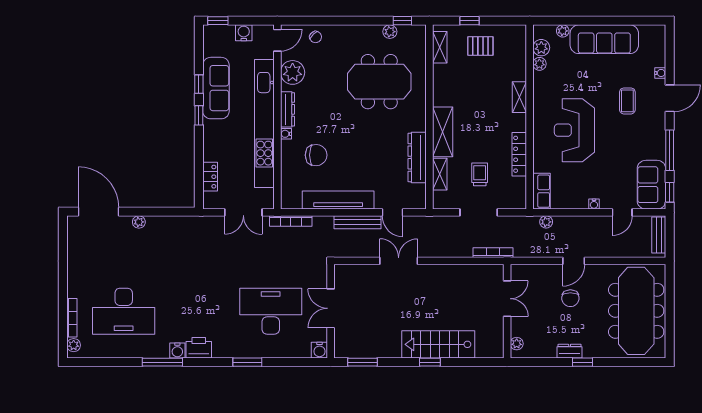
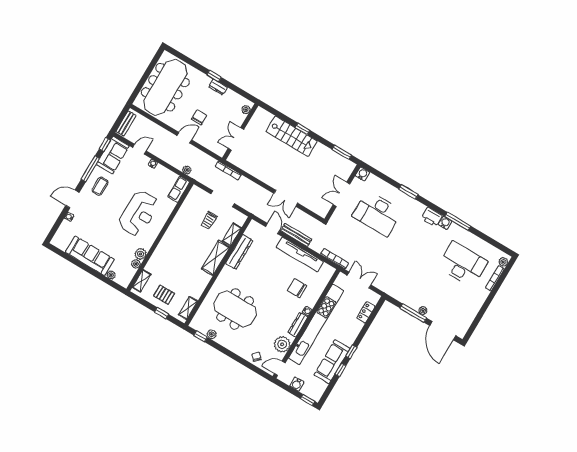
plant: (541, 48) -> (141, 254), moved
shelving: (519, 97) -> (142, 281), moved
coffee table: (627, 101) -> (100, 186), moved
locker: (519, 154) -> (179, 218), removed
window: (149, 212) -> (413, 313), added
double door: (331, 308) -> (342, 194), swing flipped

